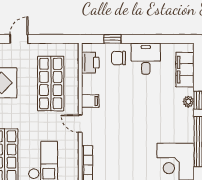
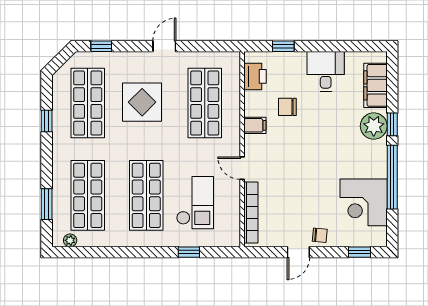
chair: (119, 58) -> (287, 107), moved
plant: (188, 102) -> (374, 126), width x1.88, depth x1.88
door: (80, 124) -> (242, 168), moved

